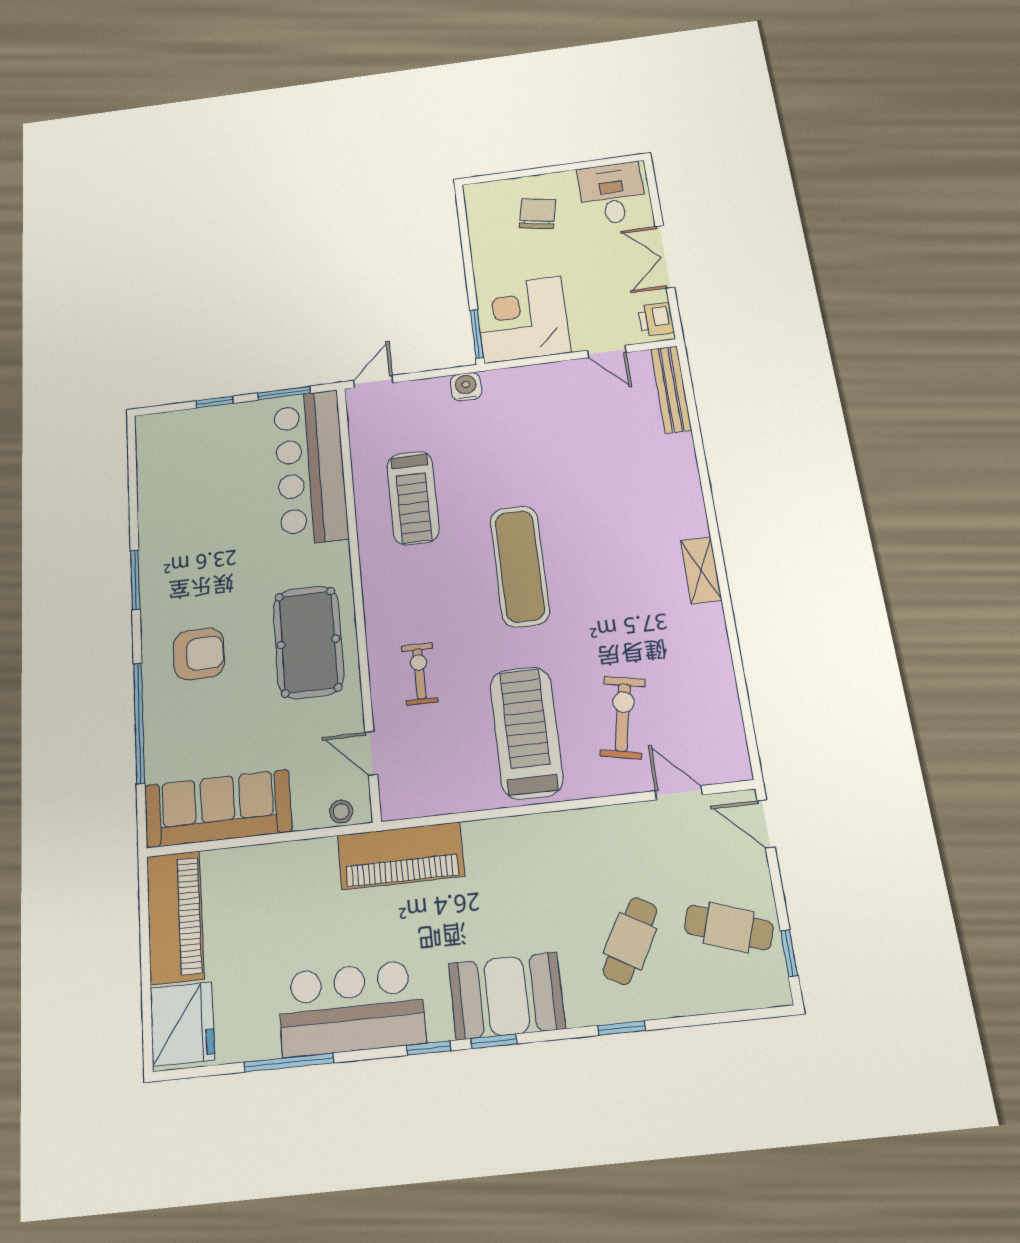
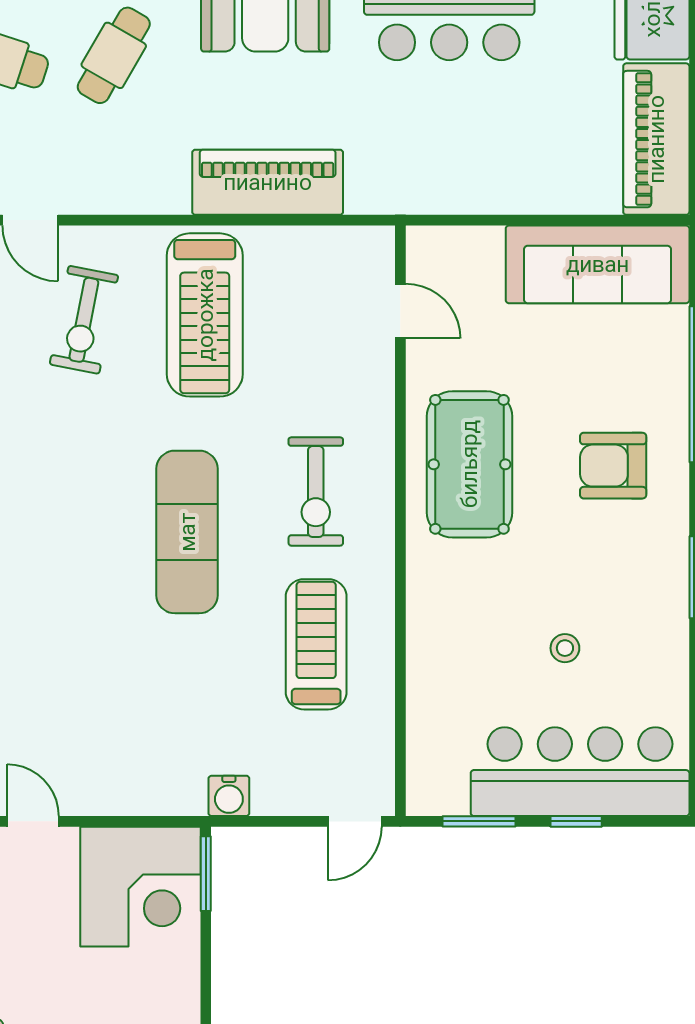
bar counter: (310, 467) -> (580, 772), moved, turned -90
exercise bike: (420, 674) -> (316, 492), moved, width x1.38, depth x1.39
stool: (341, 812) -> (565, 648), moved
piano: (401, 856) -> (268, 182), moved

